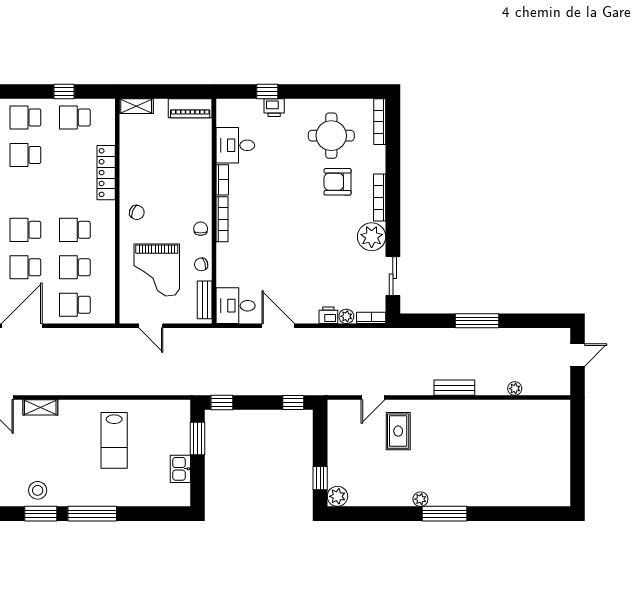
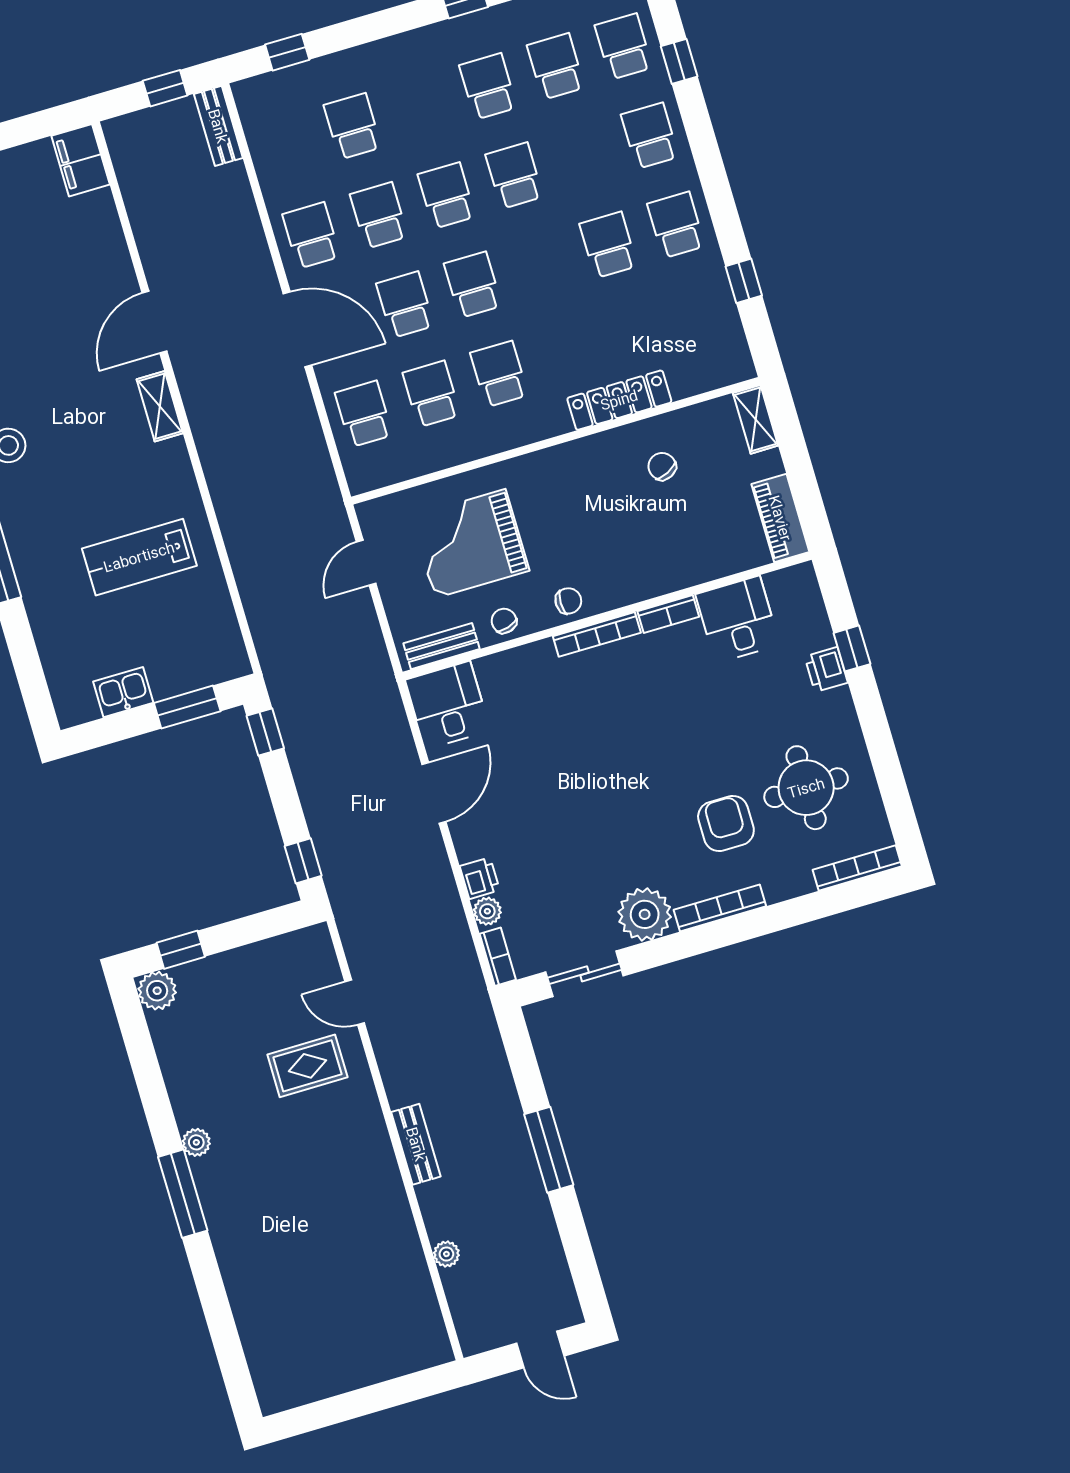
school desk: (75, 117) -> (702, 314), removed
chair: (137, 212) -> (662, 466), moved, turned 132

